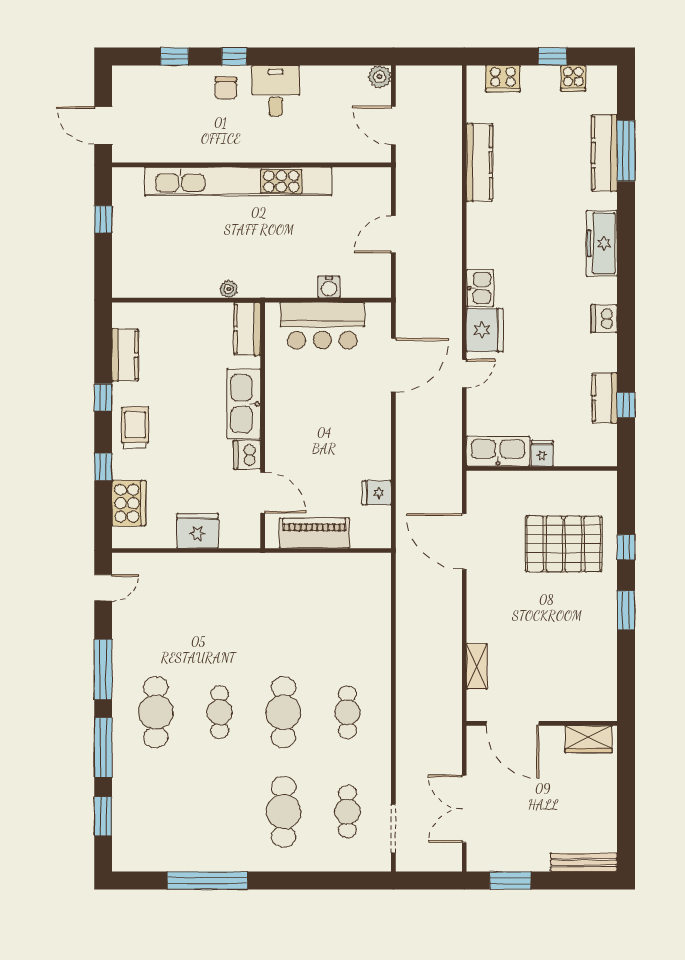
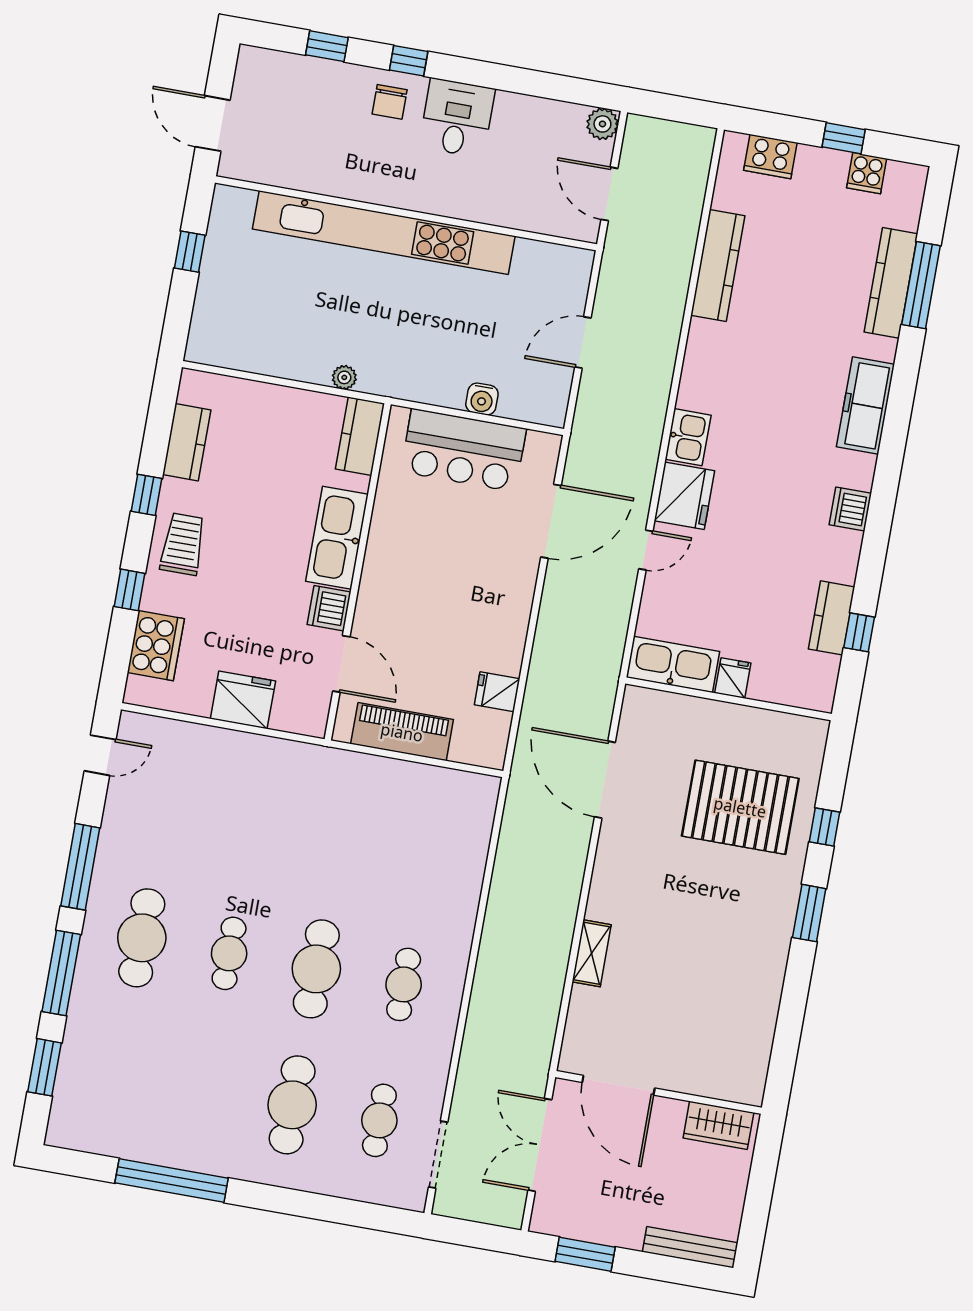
door: (512, 723) -> (618, 1085), moved
wall: (542, 723) -> (659, 1092), moved
wardrobe: (589, 739) -> (718, 1125), moved

